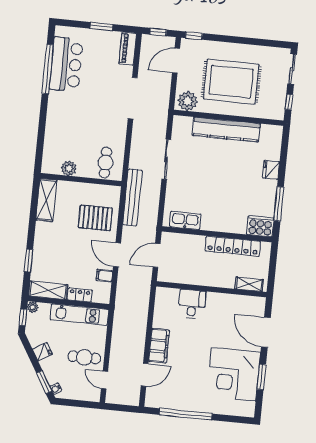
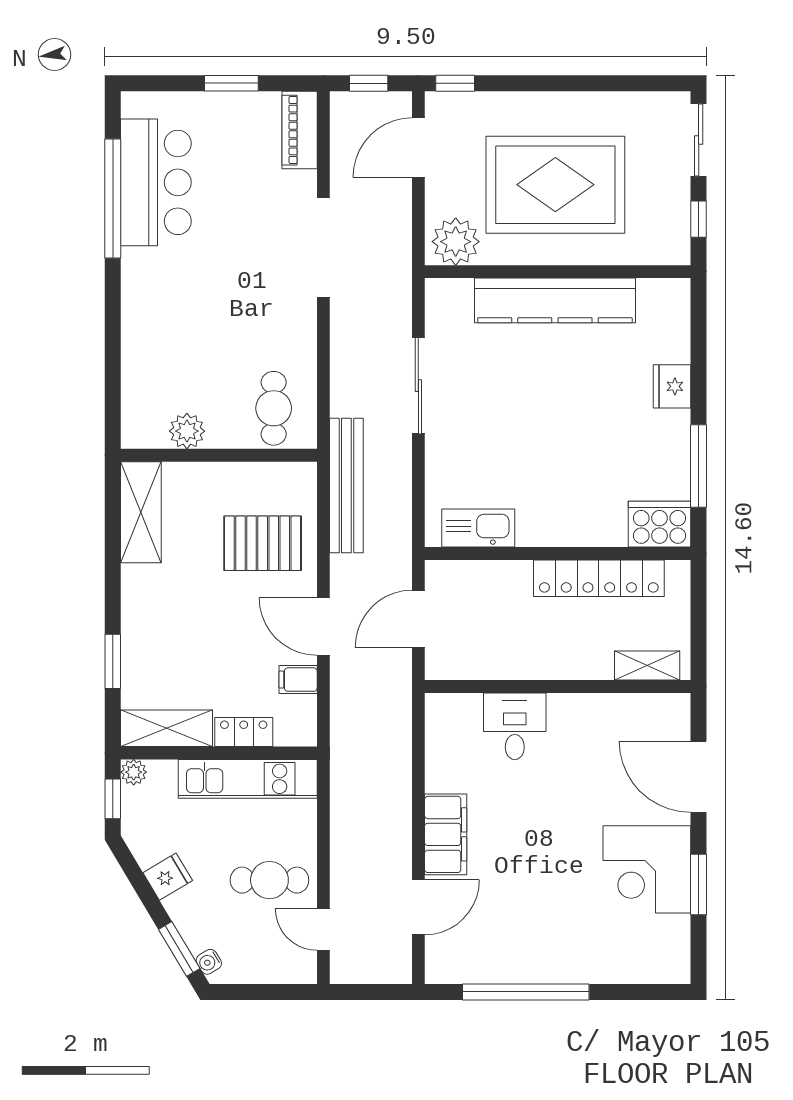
corner desk: (234, 374) -> (647, 869), width x0.74, depth x0.74

